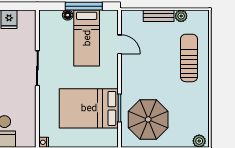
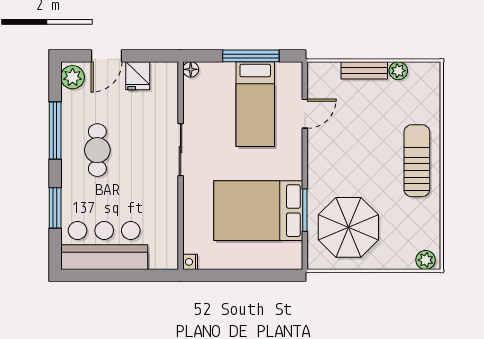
floor lamp: (68, 15) -> (191, 69), moved
door: (120, 44) -> (305, 114), hinge flipped
sun lounger: (189, 58) -> (417, 161), moved

